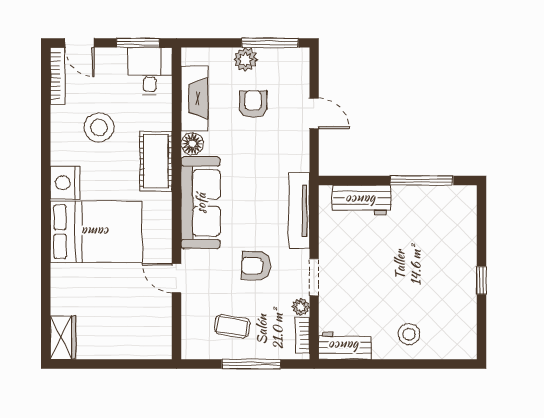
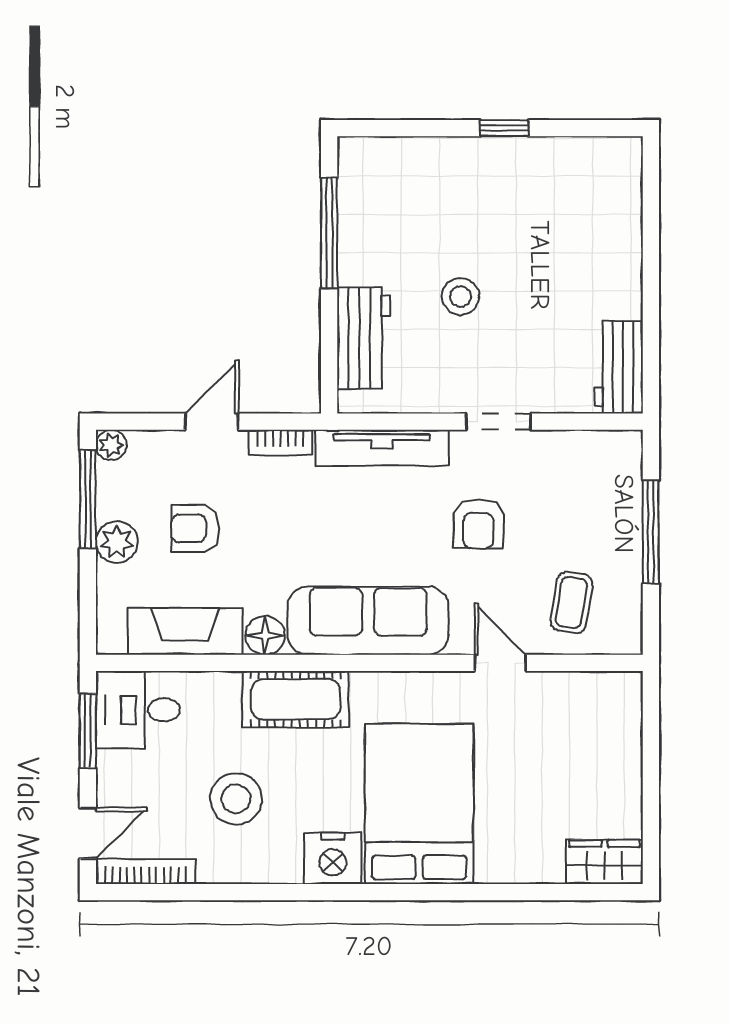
door: (176, 278) -> (500, 663), swing flipped
plant: (301, 307) -> (111, 445), moved
coffee table: (232, 326) -> (571, 602), moved
stool: (409, 334) -> (461, 296), moved
bookcase: (302, 335) -> (280, 442), moved

